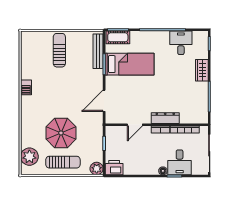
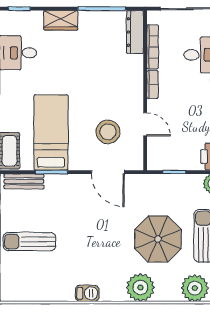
bench: (98, 51) -> (24, 181), width x0.73
stool: (130, 101) -> (108, 132), added
dresser: (165, 118) -> (135, 32), moved
plant: (30, 122) -> (140, 288), added

